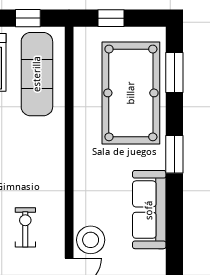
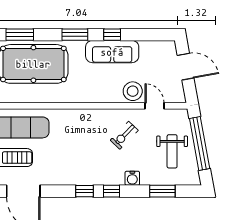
window: (174, 209) -> (112, 35), added
exercise bike: (25, 227) -> (124, 135), turned -46

